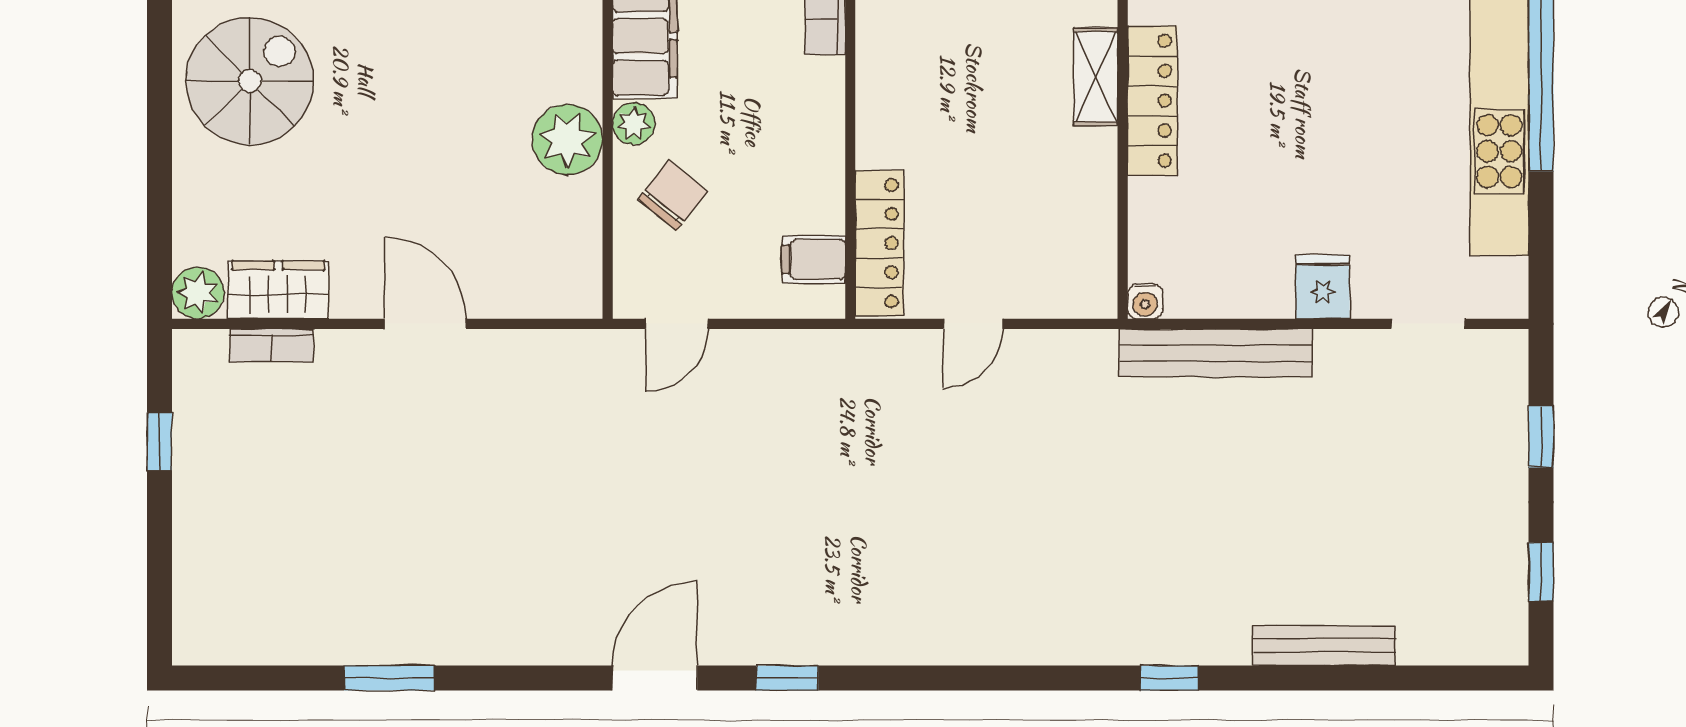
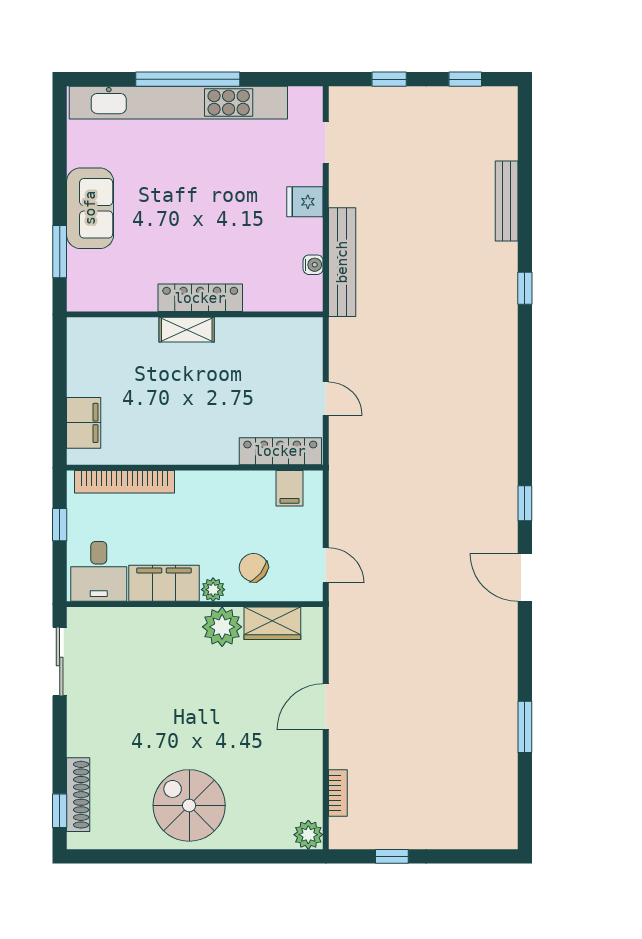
wardrobe: (278, 290) -> (272, 623), moved, turned -90
water cooler: (1145, 301) -> (313, 265), moved

